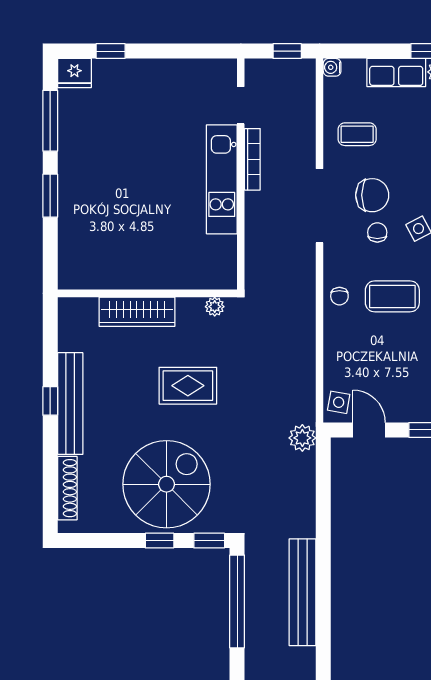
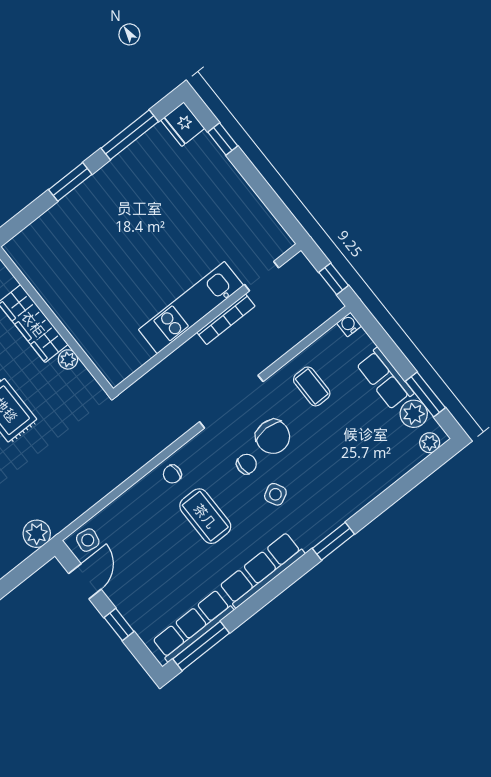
plant: (215, 307) -> (68, 359), moved

